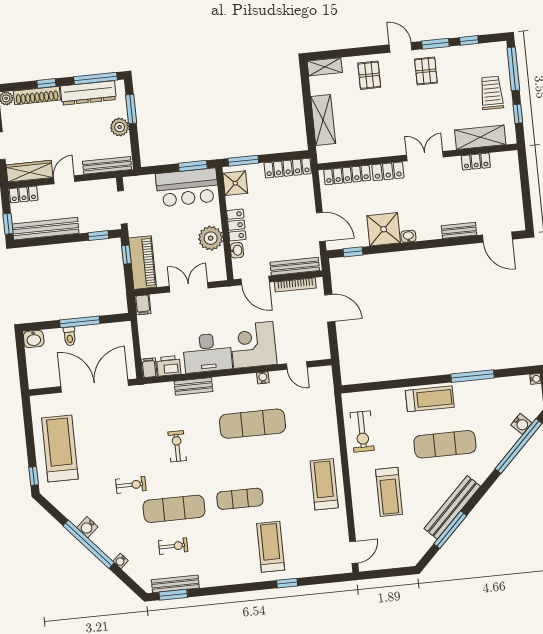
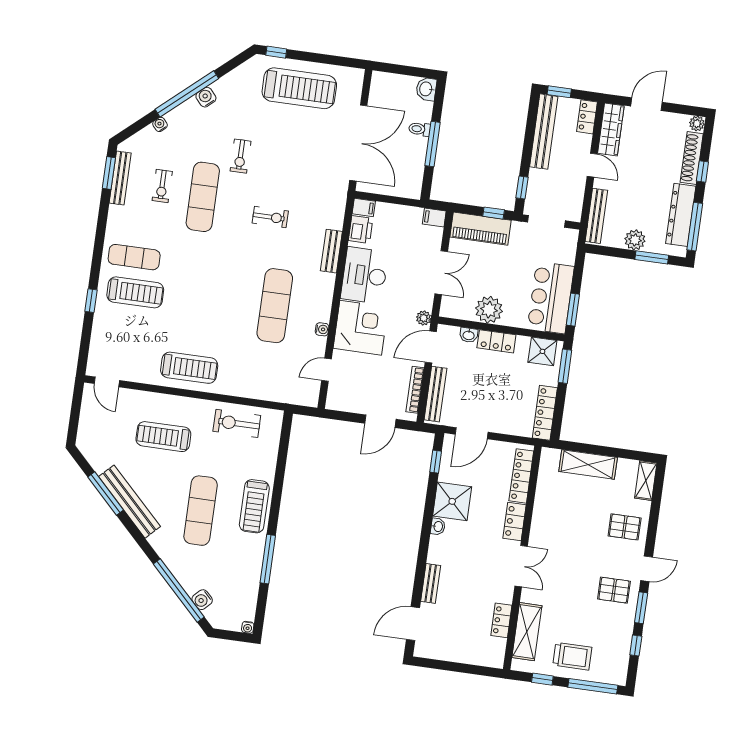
plant: (232, 293) -> (424, 318), added
exercise mat: (240, 499) -> (134, 257), moved, turned 90

